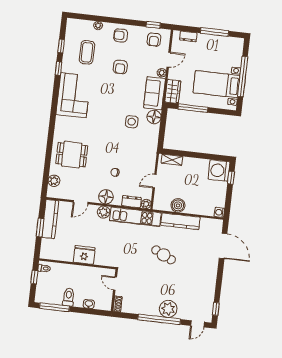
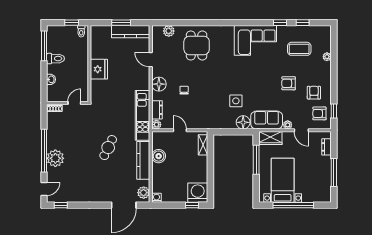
armchair: (121, 35) -> (314, 93), moved
plant: (104, 212) -> (144, 193), moved
door: (198, 324) -> (44, 189), swing flipped

